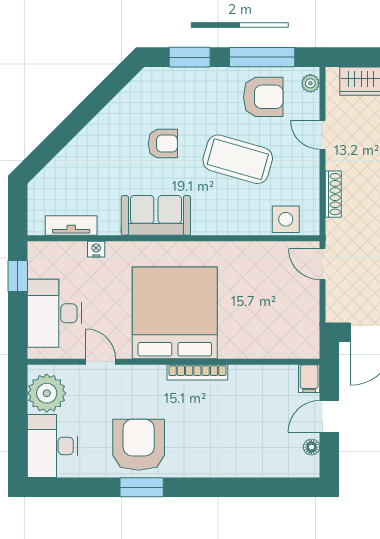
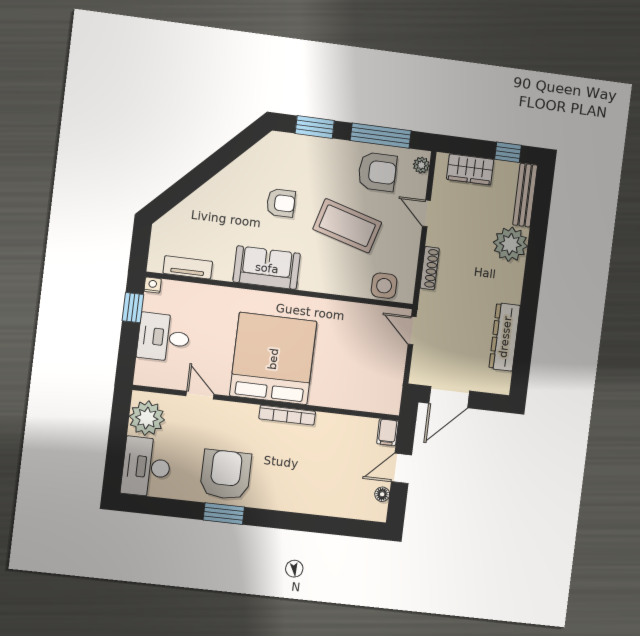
nightstand: (96, 249) -> (153, 285), moved
desk: (54, 313) -> (164, 337), width x0.73

